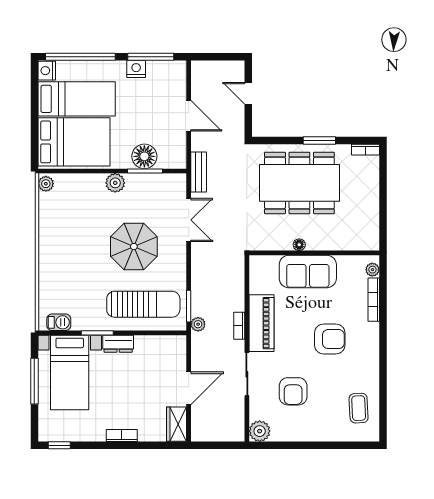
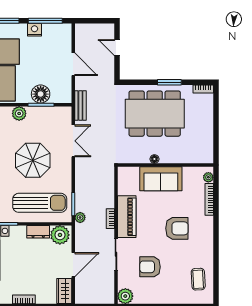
dresser: (118, 344) -> (38, 232), moved
plant: (171, 348) -> (60, 235), added
armchair: (293, 391) -> (150, 267), turned 90

